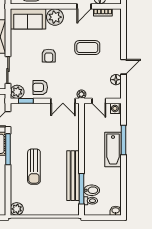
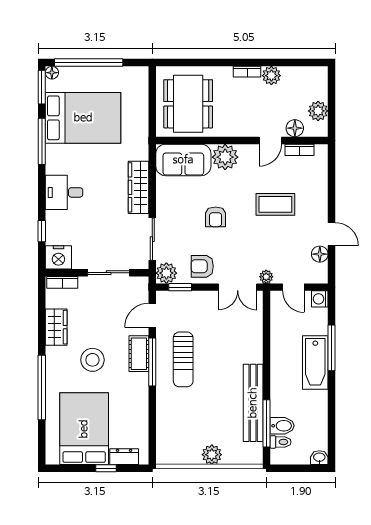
door: (124, 67) -> (332, 234), hinge flipped
sun lounger: (34, 167) -> (183, 359), moved
plant: (17, 209) -> (212, 455), moved

